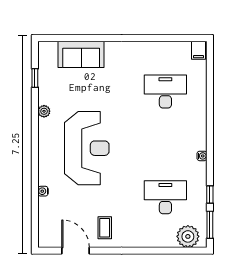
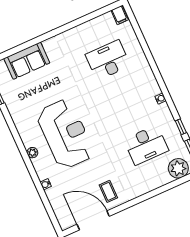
plant: (44, 111) -> (32, 153), moved
desk: (165, 197) -> (146, 145), turned 180
door: (76, 251) -> (93, 220), width x1.36

